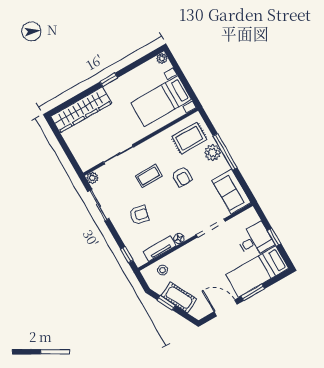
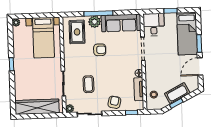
wardrobe: (81, 110) -> (37, 107), moved, turned -90
coffee table: (149, 176) -> (89, 84), moved
sofa: (231, 192) -> (121, 23), width x1.36
armchair: (139, 215) -> (114, 102), moved
desk: (255, 240) -> (154, 25), moved

